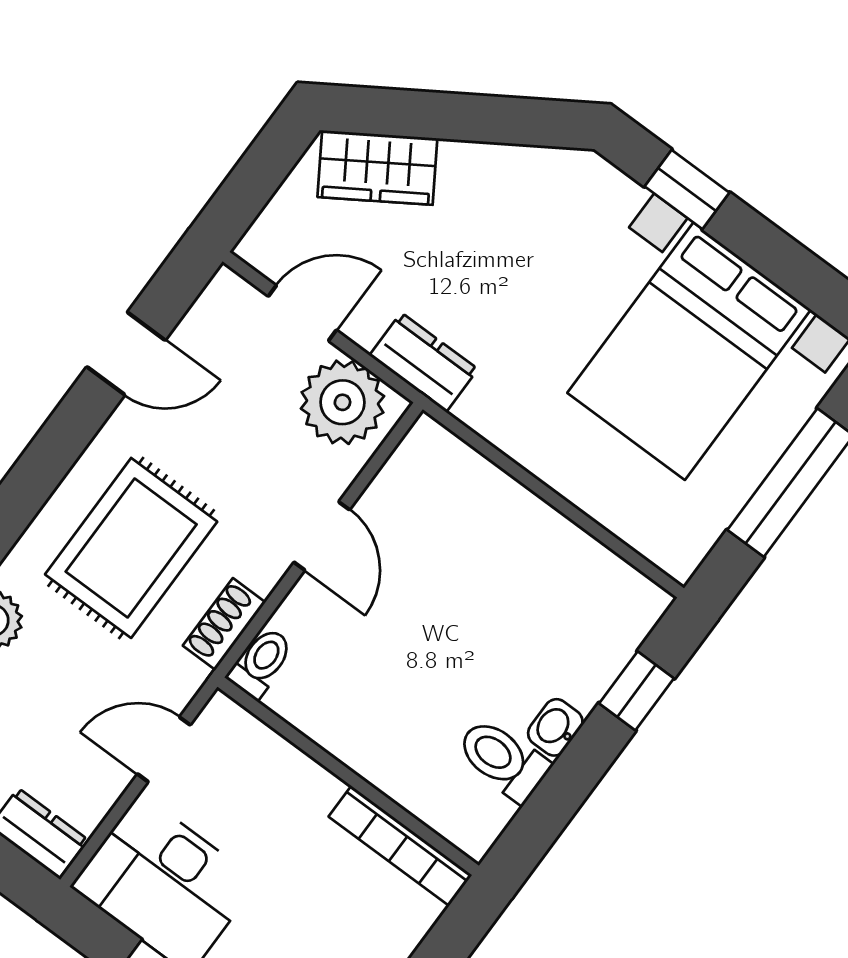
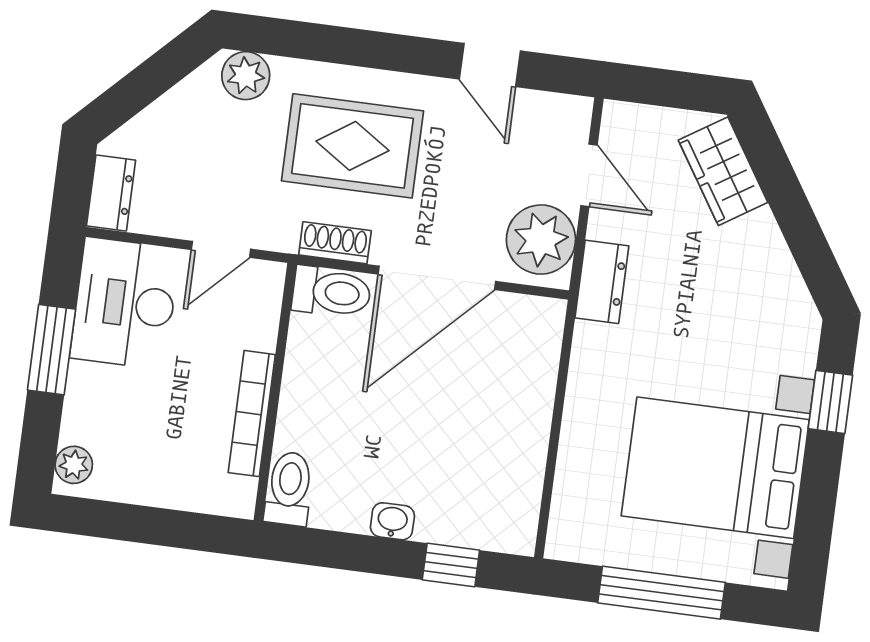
door: (322, 536) -> (437, 278), width x1.87
toilet: (261, 663) -> (332, 292), width x1.37, depth x1.39
door: (164, 749) -> (221, 249), swing flipped
toilet: (503, 760) -> (289, 489), moved
bookcase: (400, 846) -> (252, 414), moved

